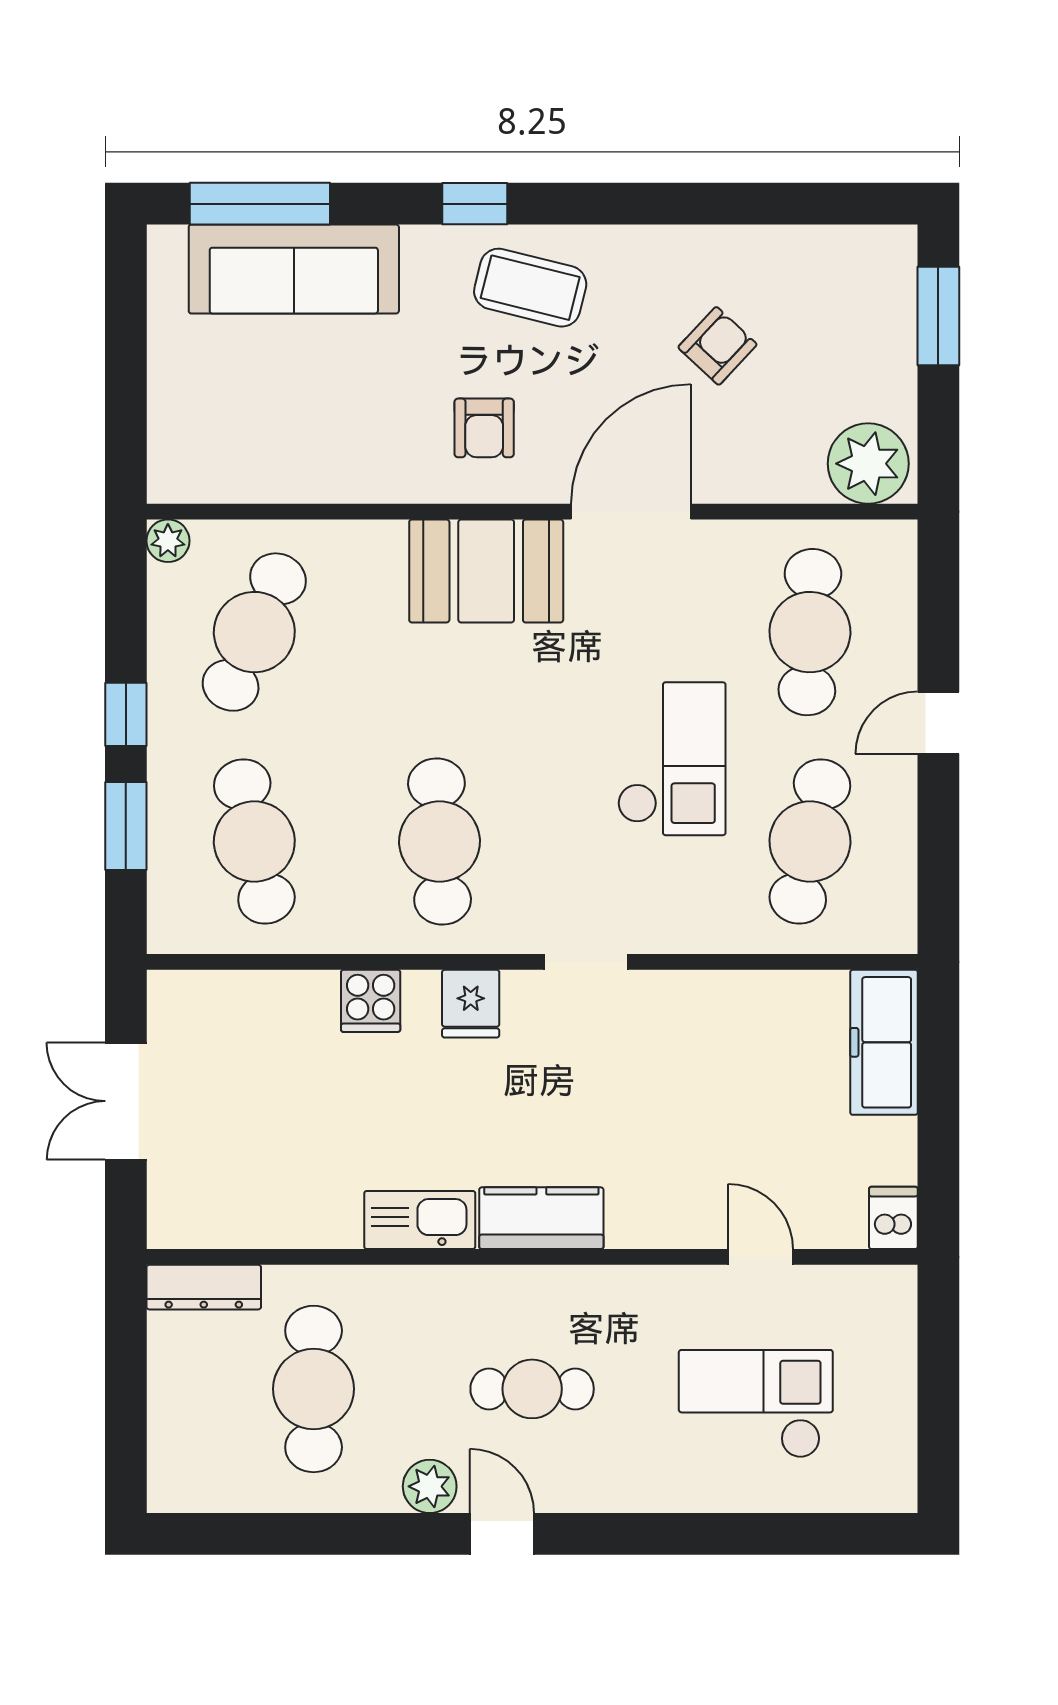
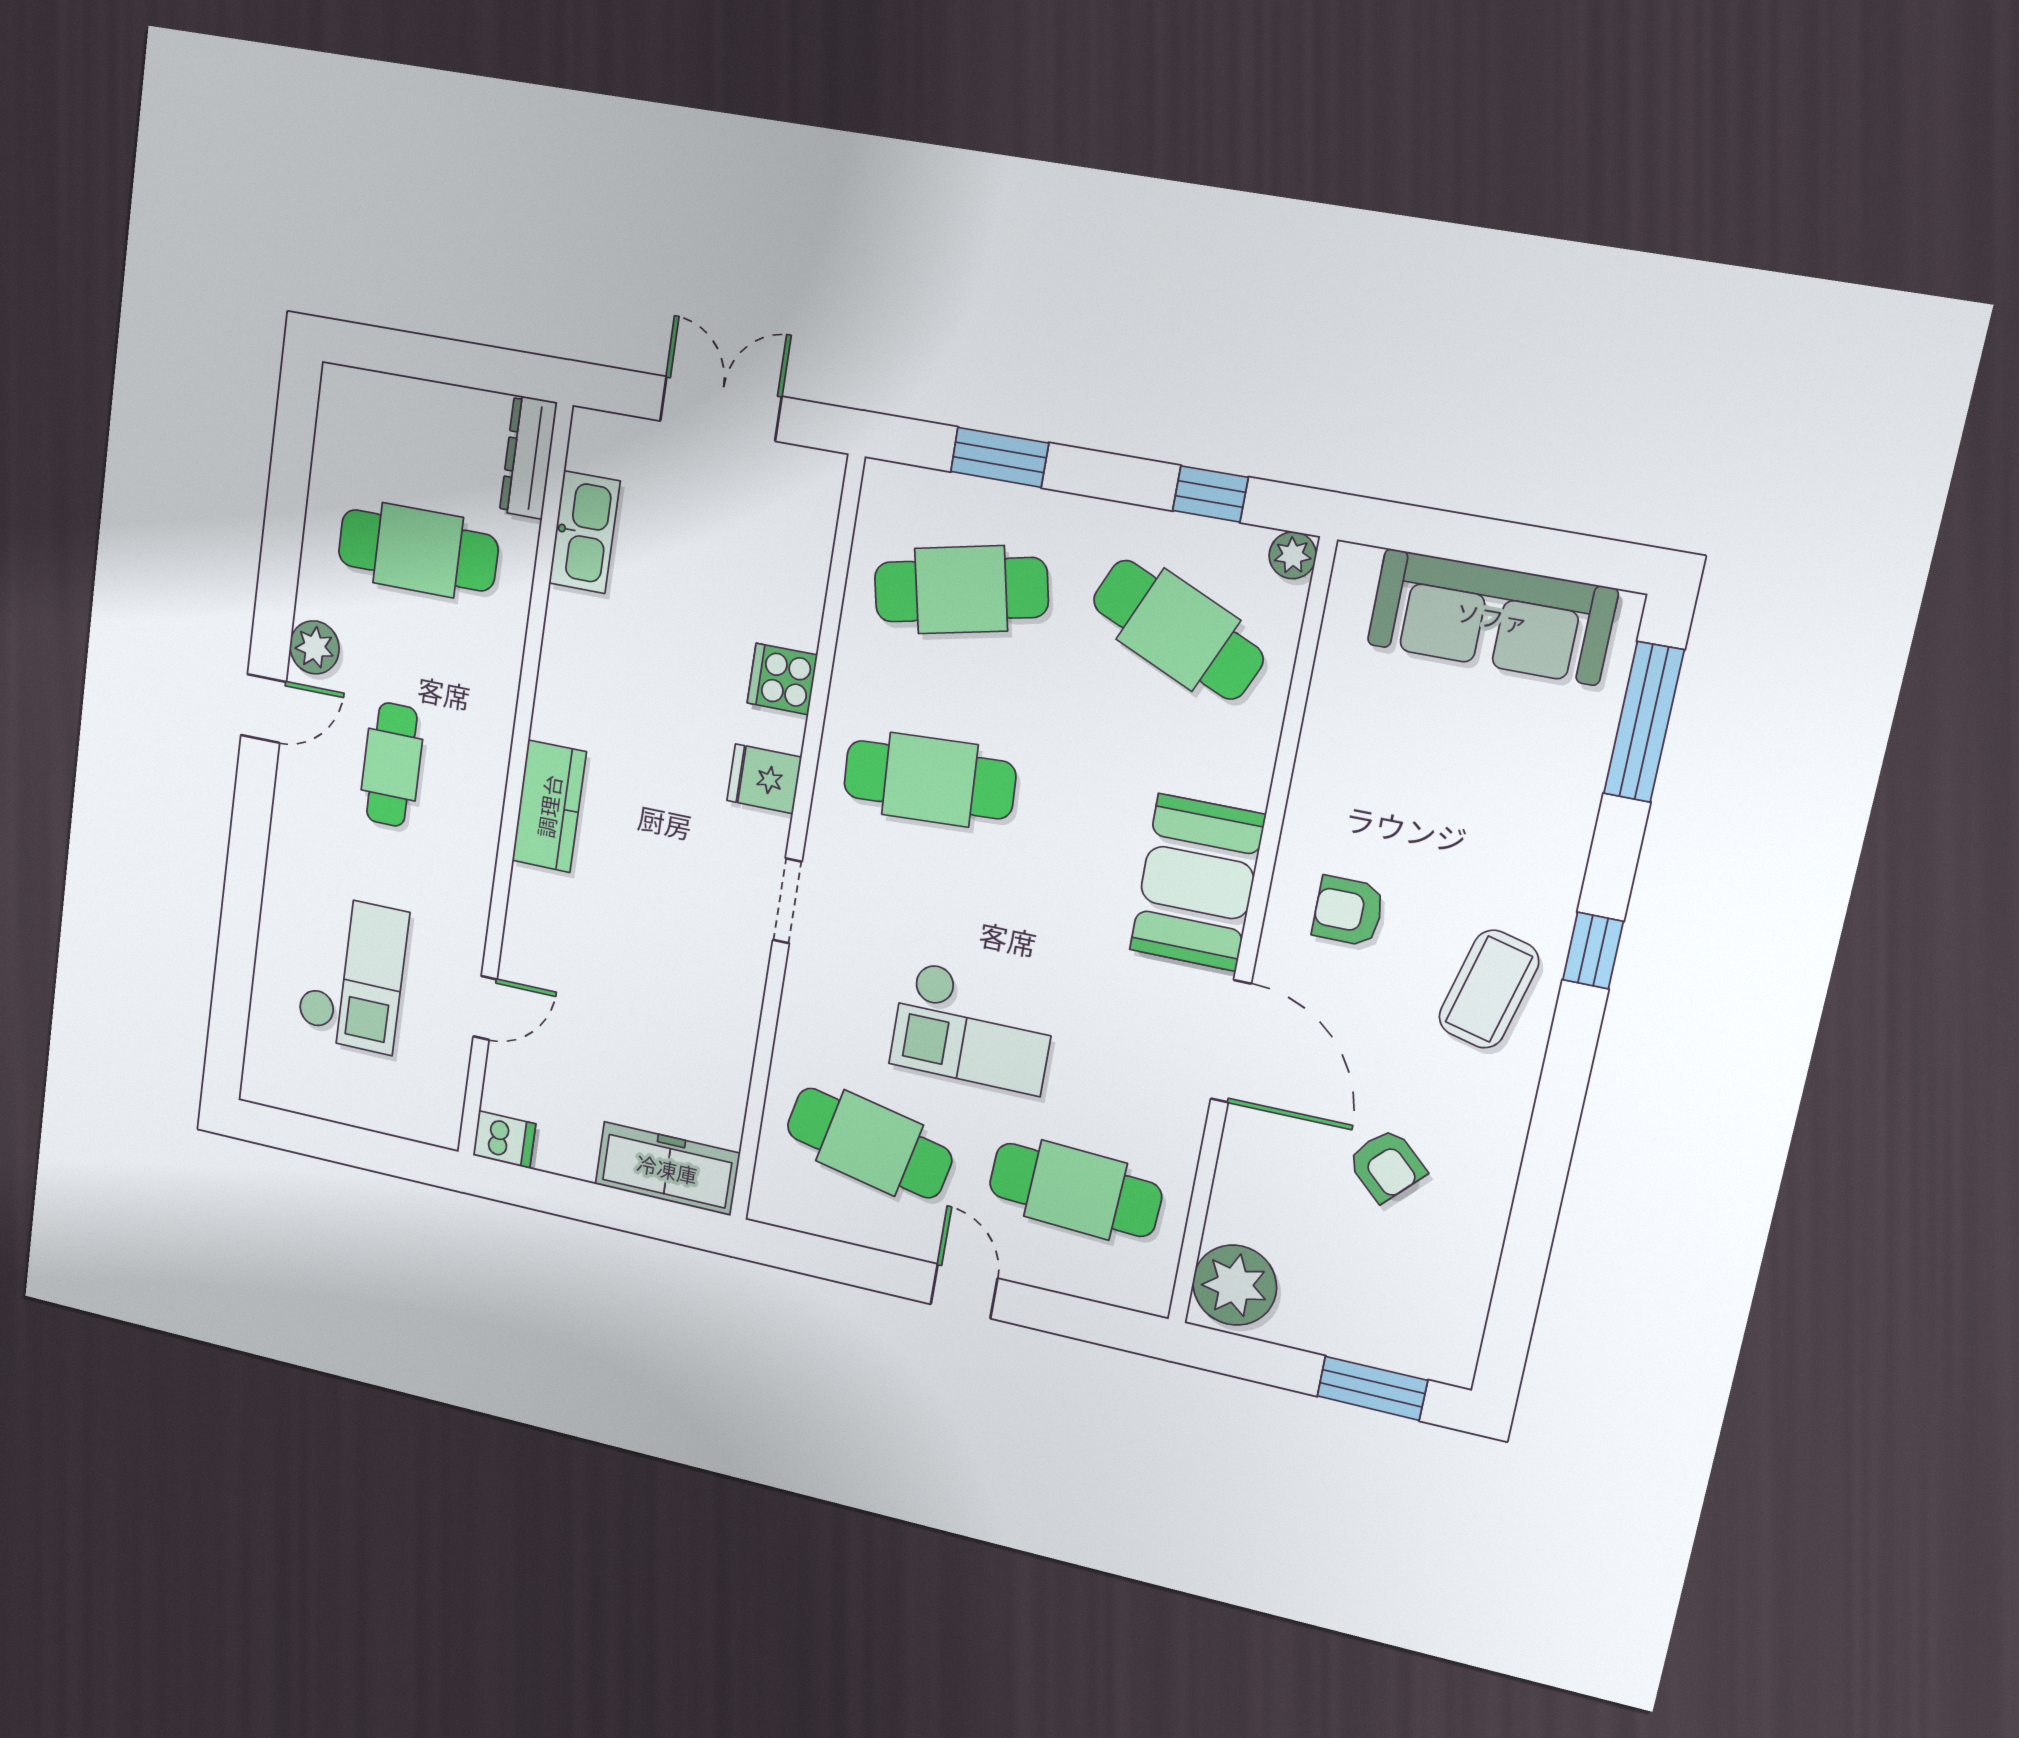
sofa: (294, 269) -> (1492, 617), moved, turned -90
window: (126, 714) -> (1210, 494), moved
kitchen sink: (420, 1220) -> (584, 532), moved

